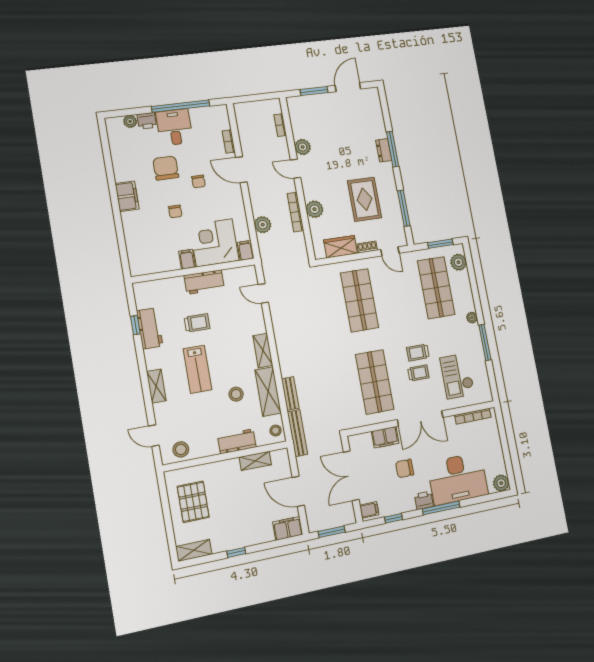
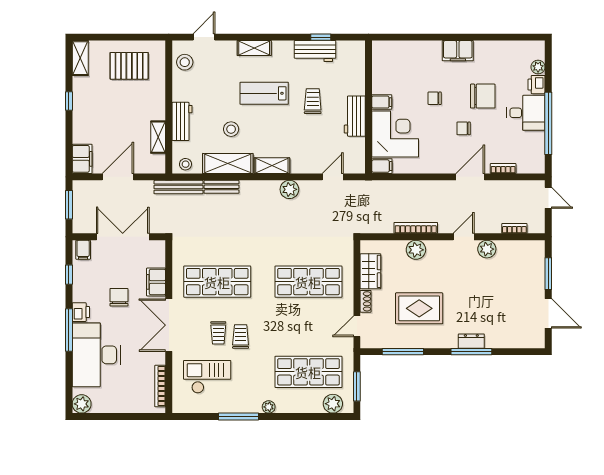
door: (248, 99) -> (548, 198), added
plant: (263, 225) -> (289, 189), moved
trolley: (197, 323) -> (313, 101), turned 180

